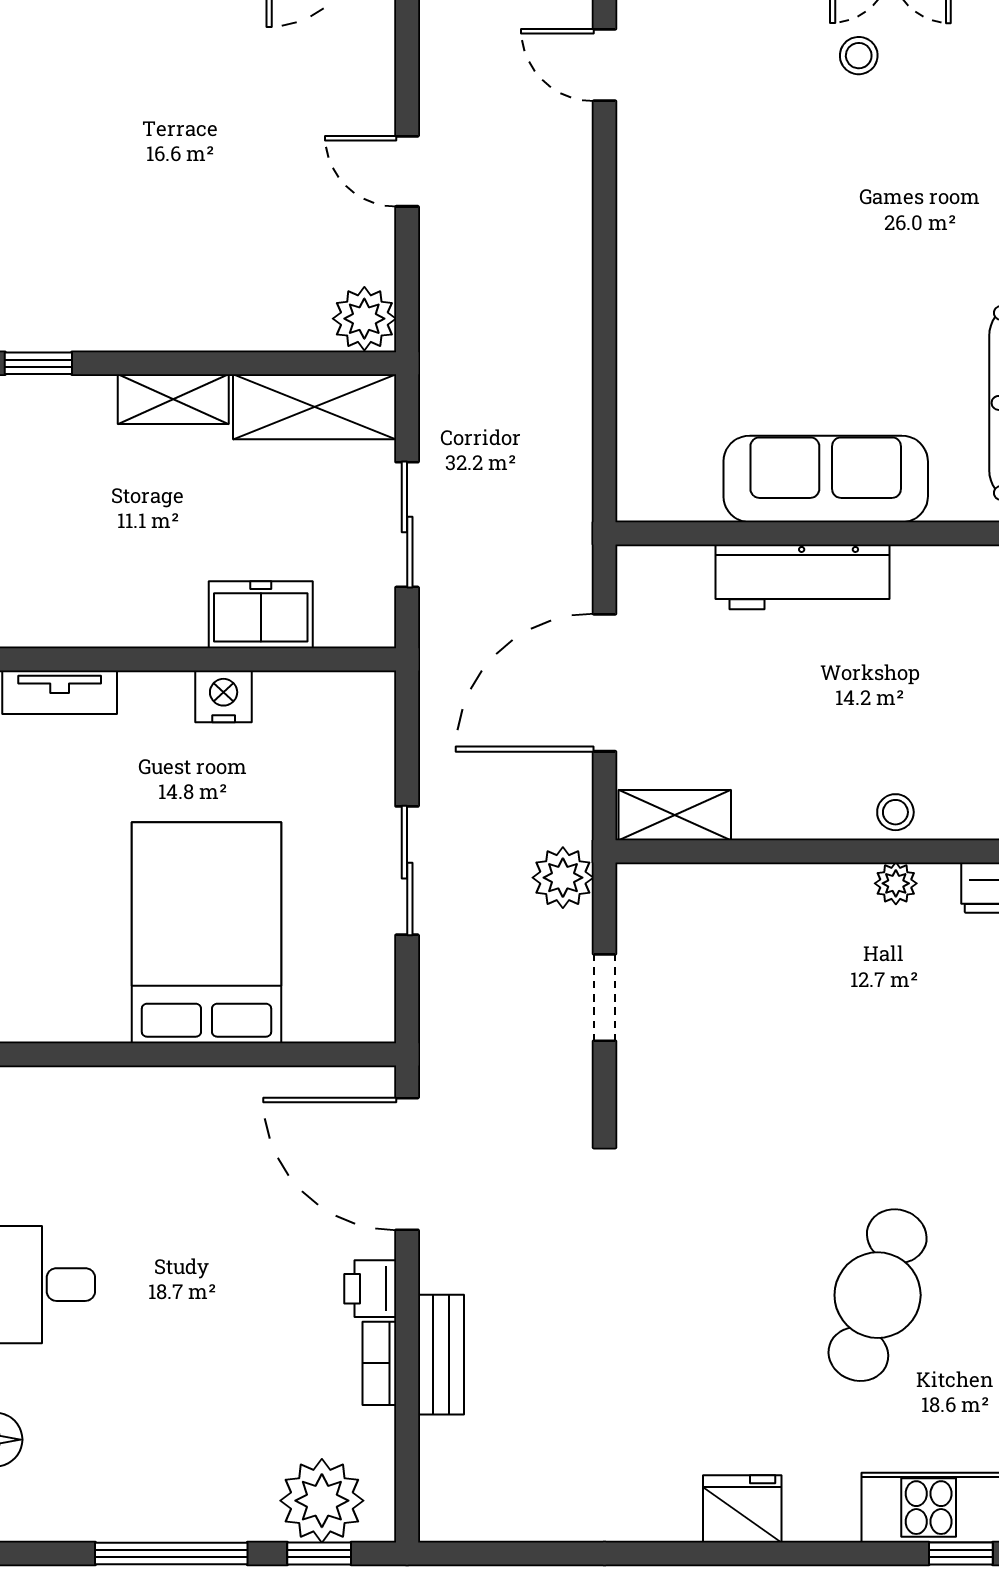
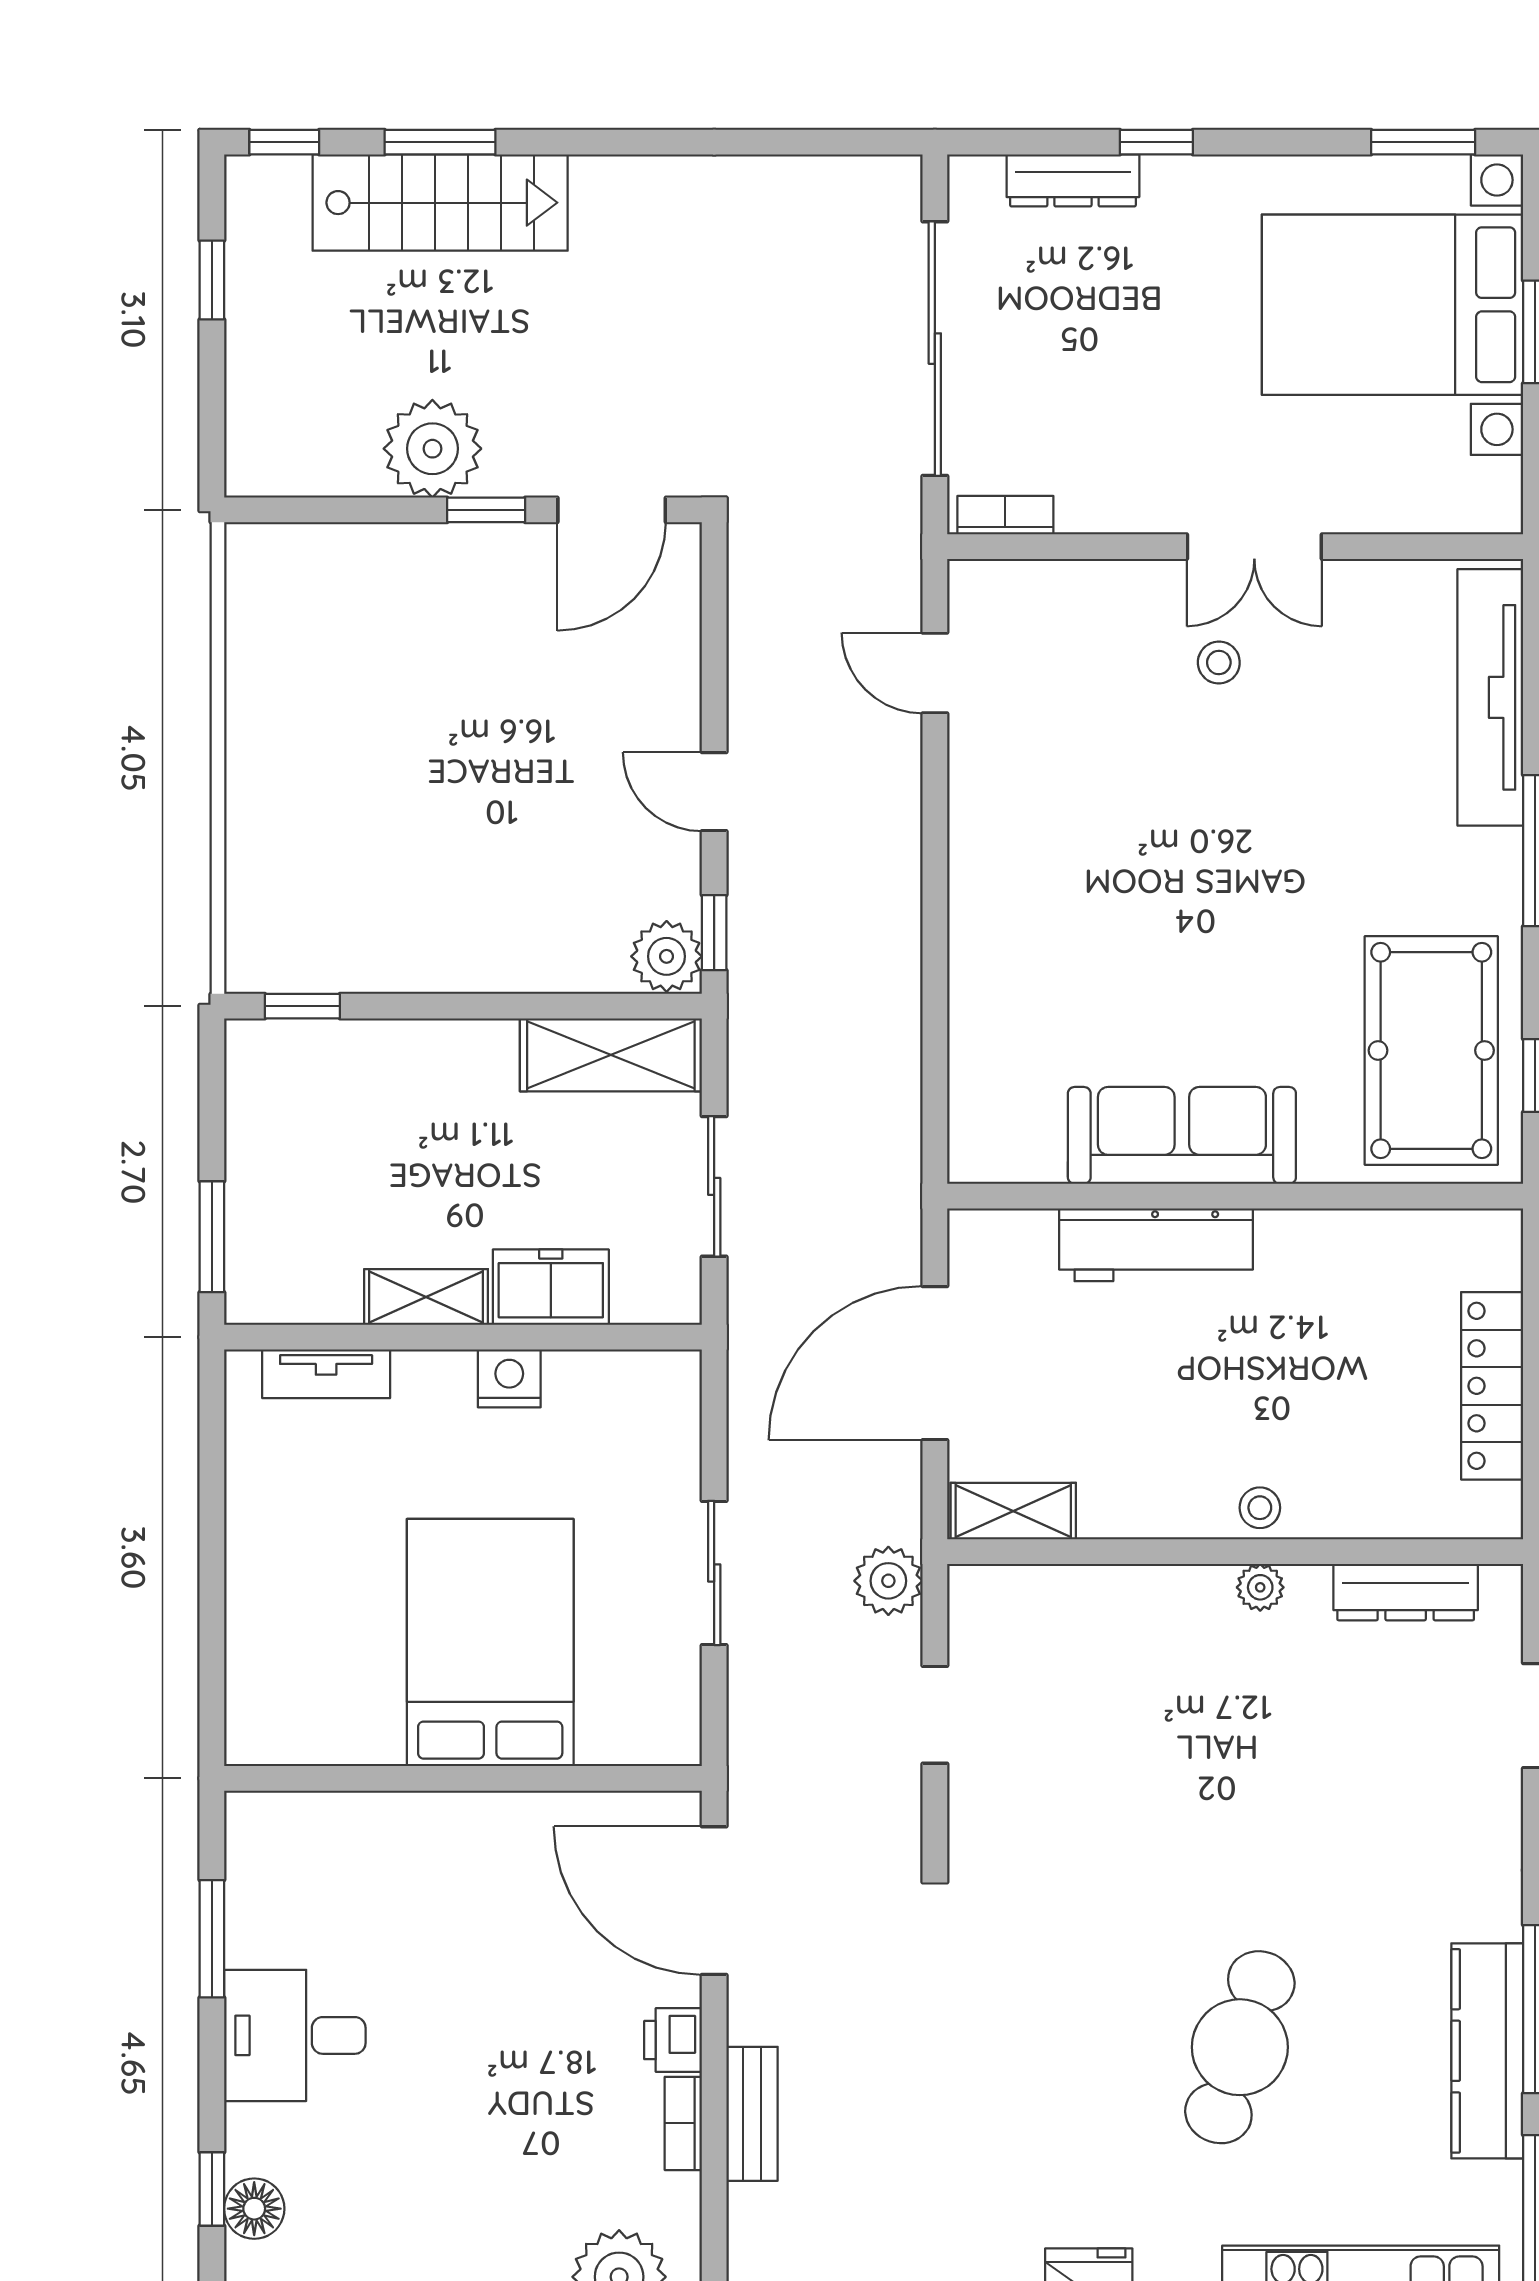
window: (407, 297) -> (714, 933), added
shelving: (173, 399) -> (426, 1297), moved

